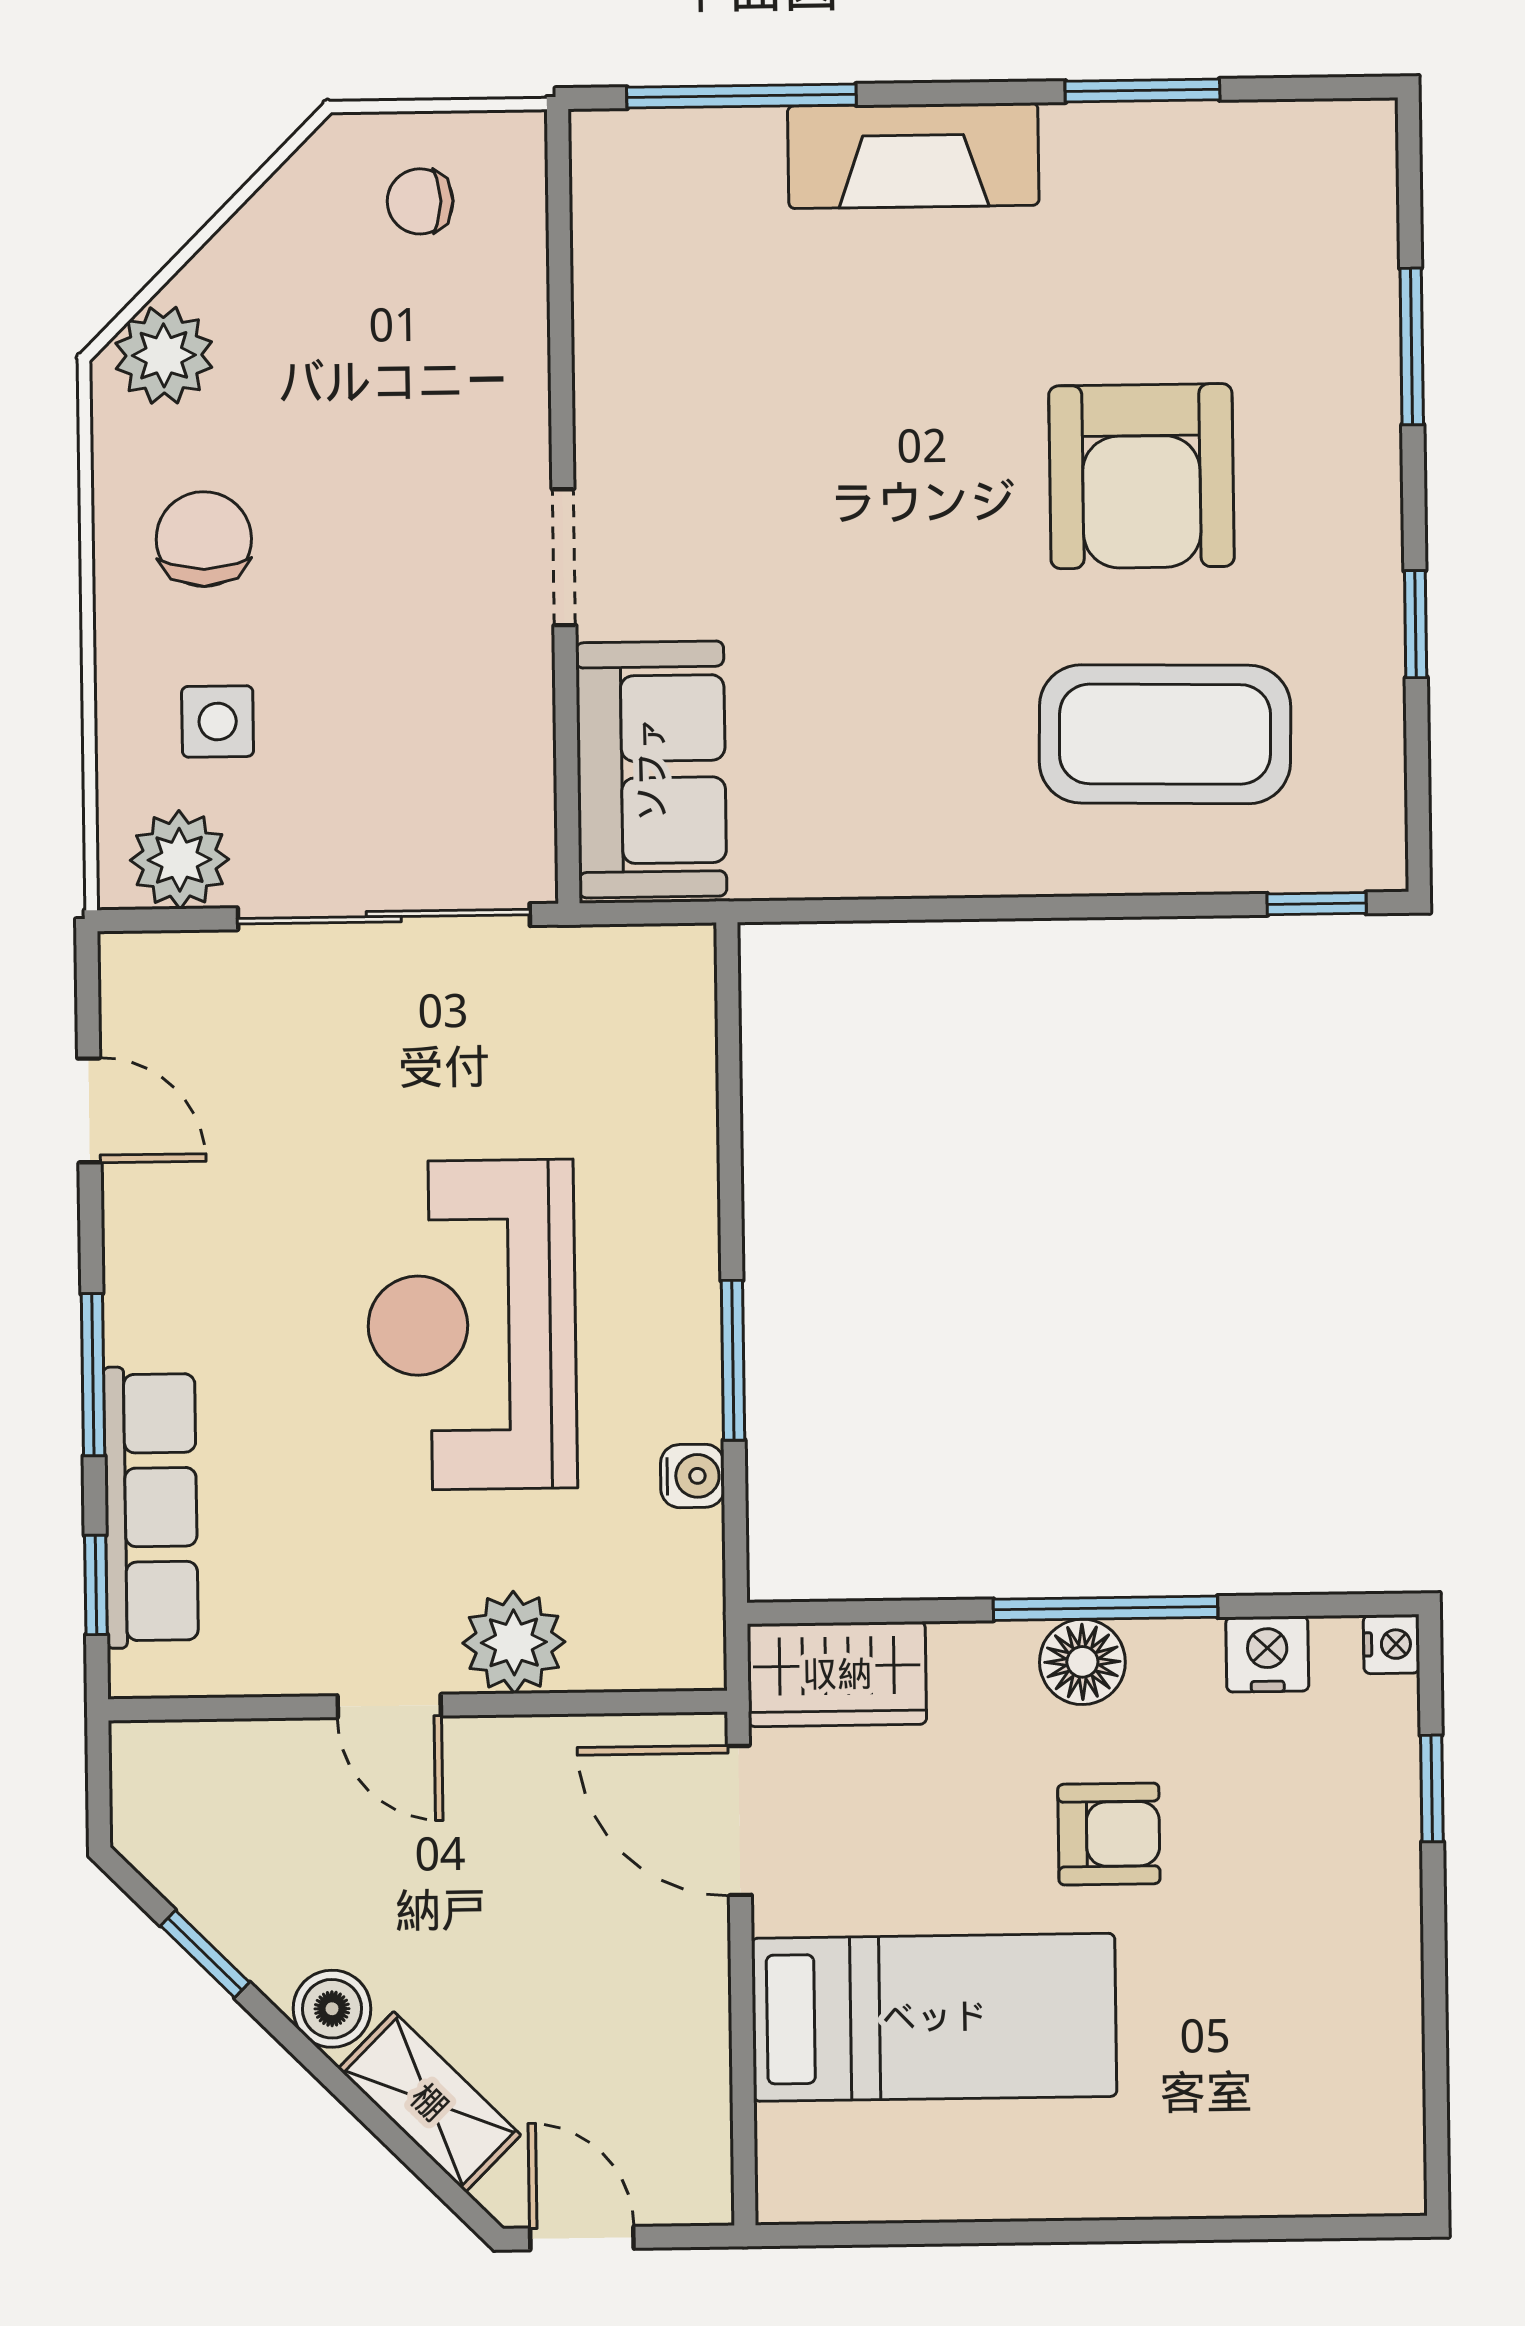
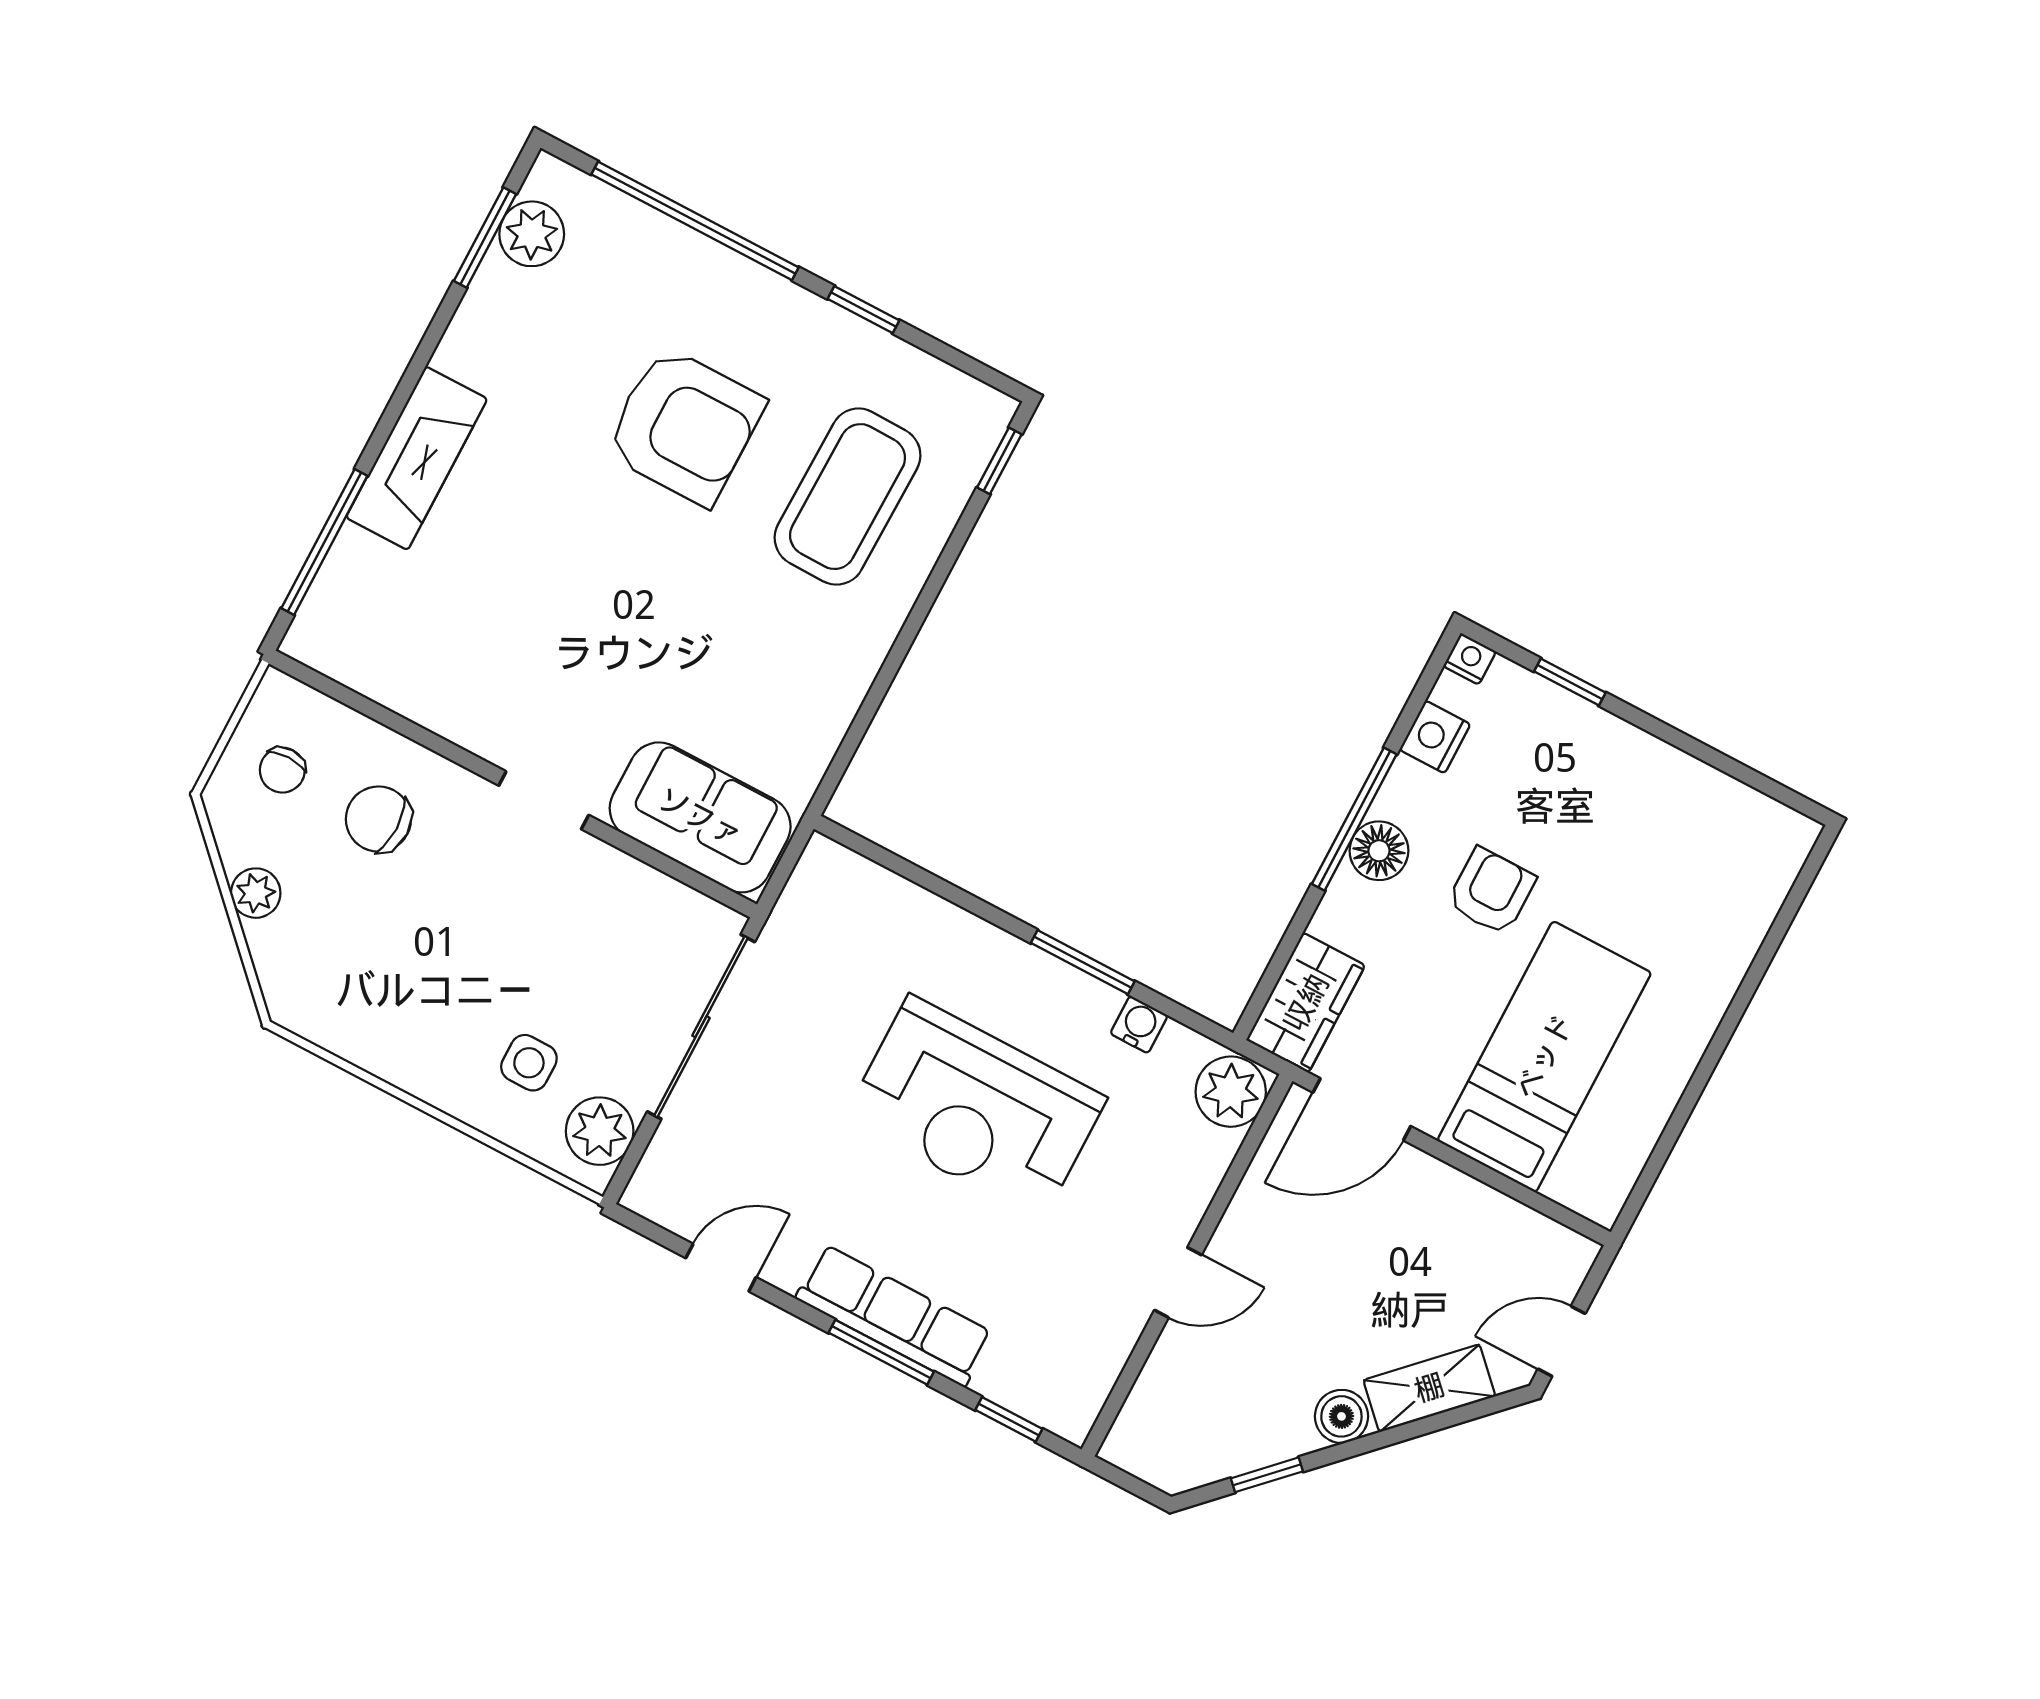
window: (1142, 90) -> (485, 237), moved
plant: (1281, 146) -> (532, 234), added
window: (1412, 346) -> (695, 221), width x2.11
plant: (164, 355) -> (256, 893), moved, width x0.73, depth x0.73
chair: (204, 539) -> (378, 819), moved
row of seats: (151, 1507) -> (894, 1316), moved
plant: (514, 1642) -> (1231, 1092), moved

